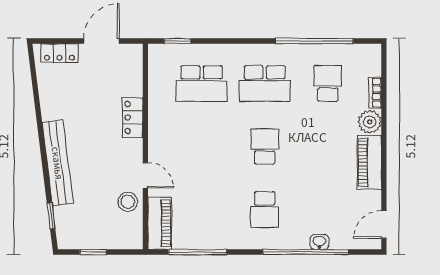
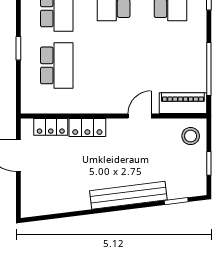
window: (177, 41) -> (18, 48), moved
locker: (59, 53) -> (51, 127), moved, turned 90
stool: (128, 202) -> (191, 136), moved

